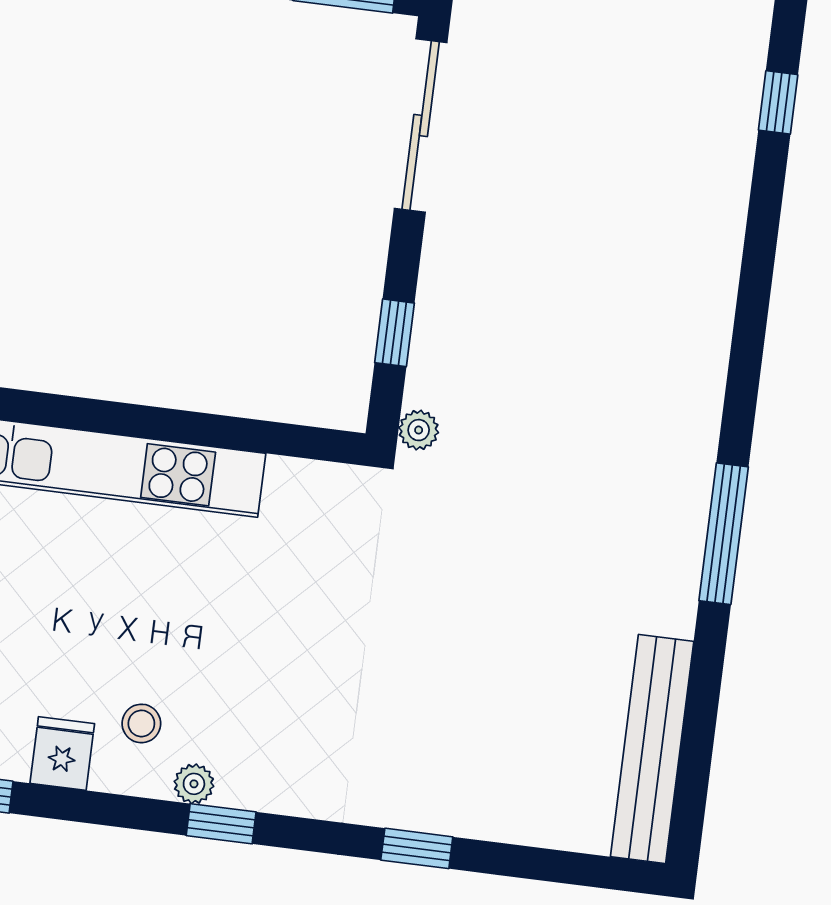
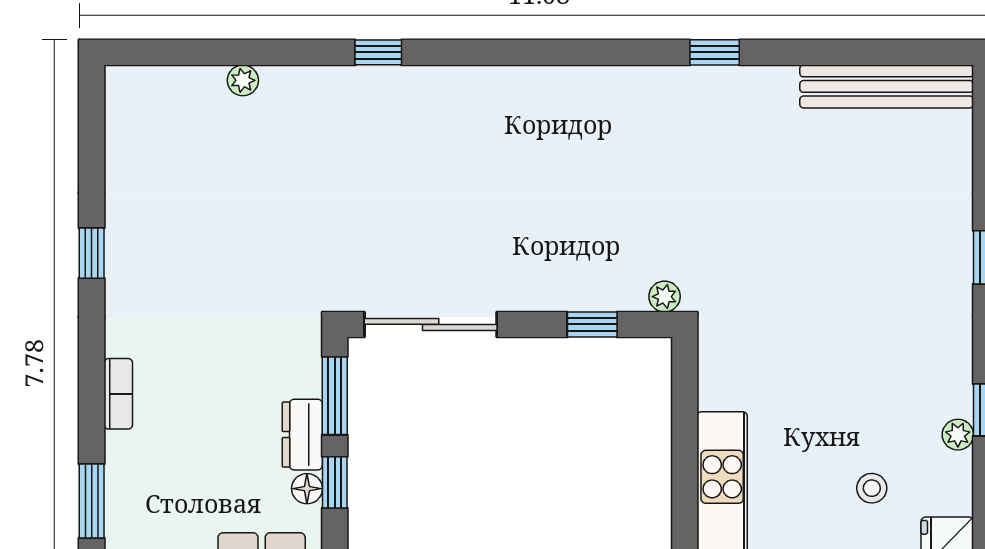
window: (724, 534) -> (715, 52), width x0.46
stool: (141, 723) -> (872, 488), moved

